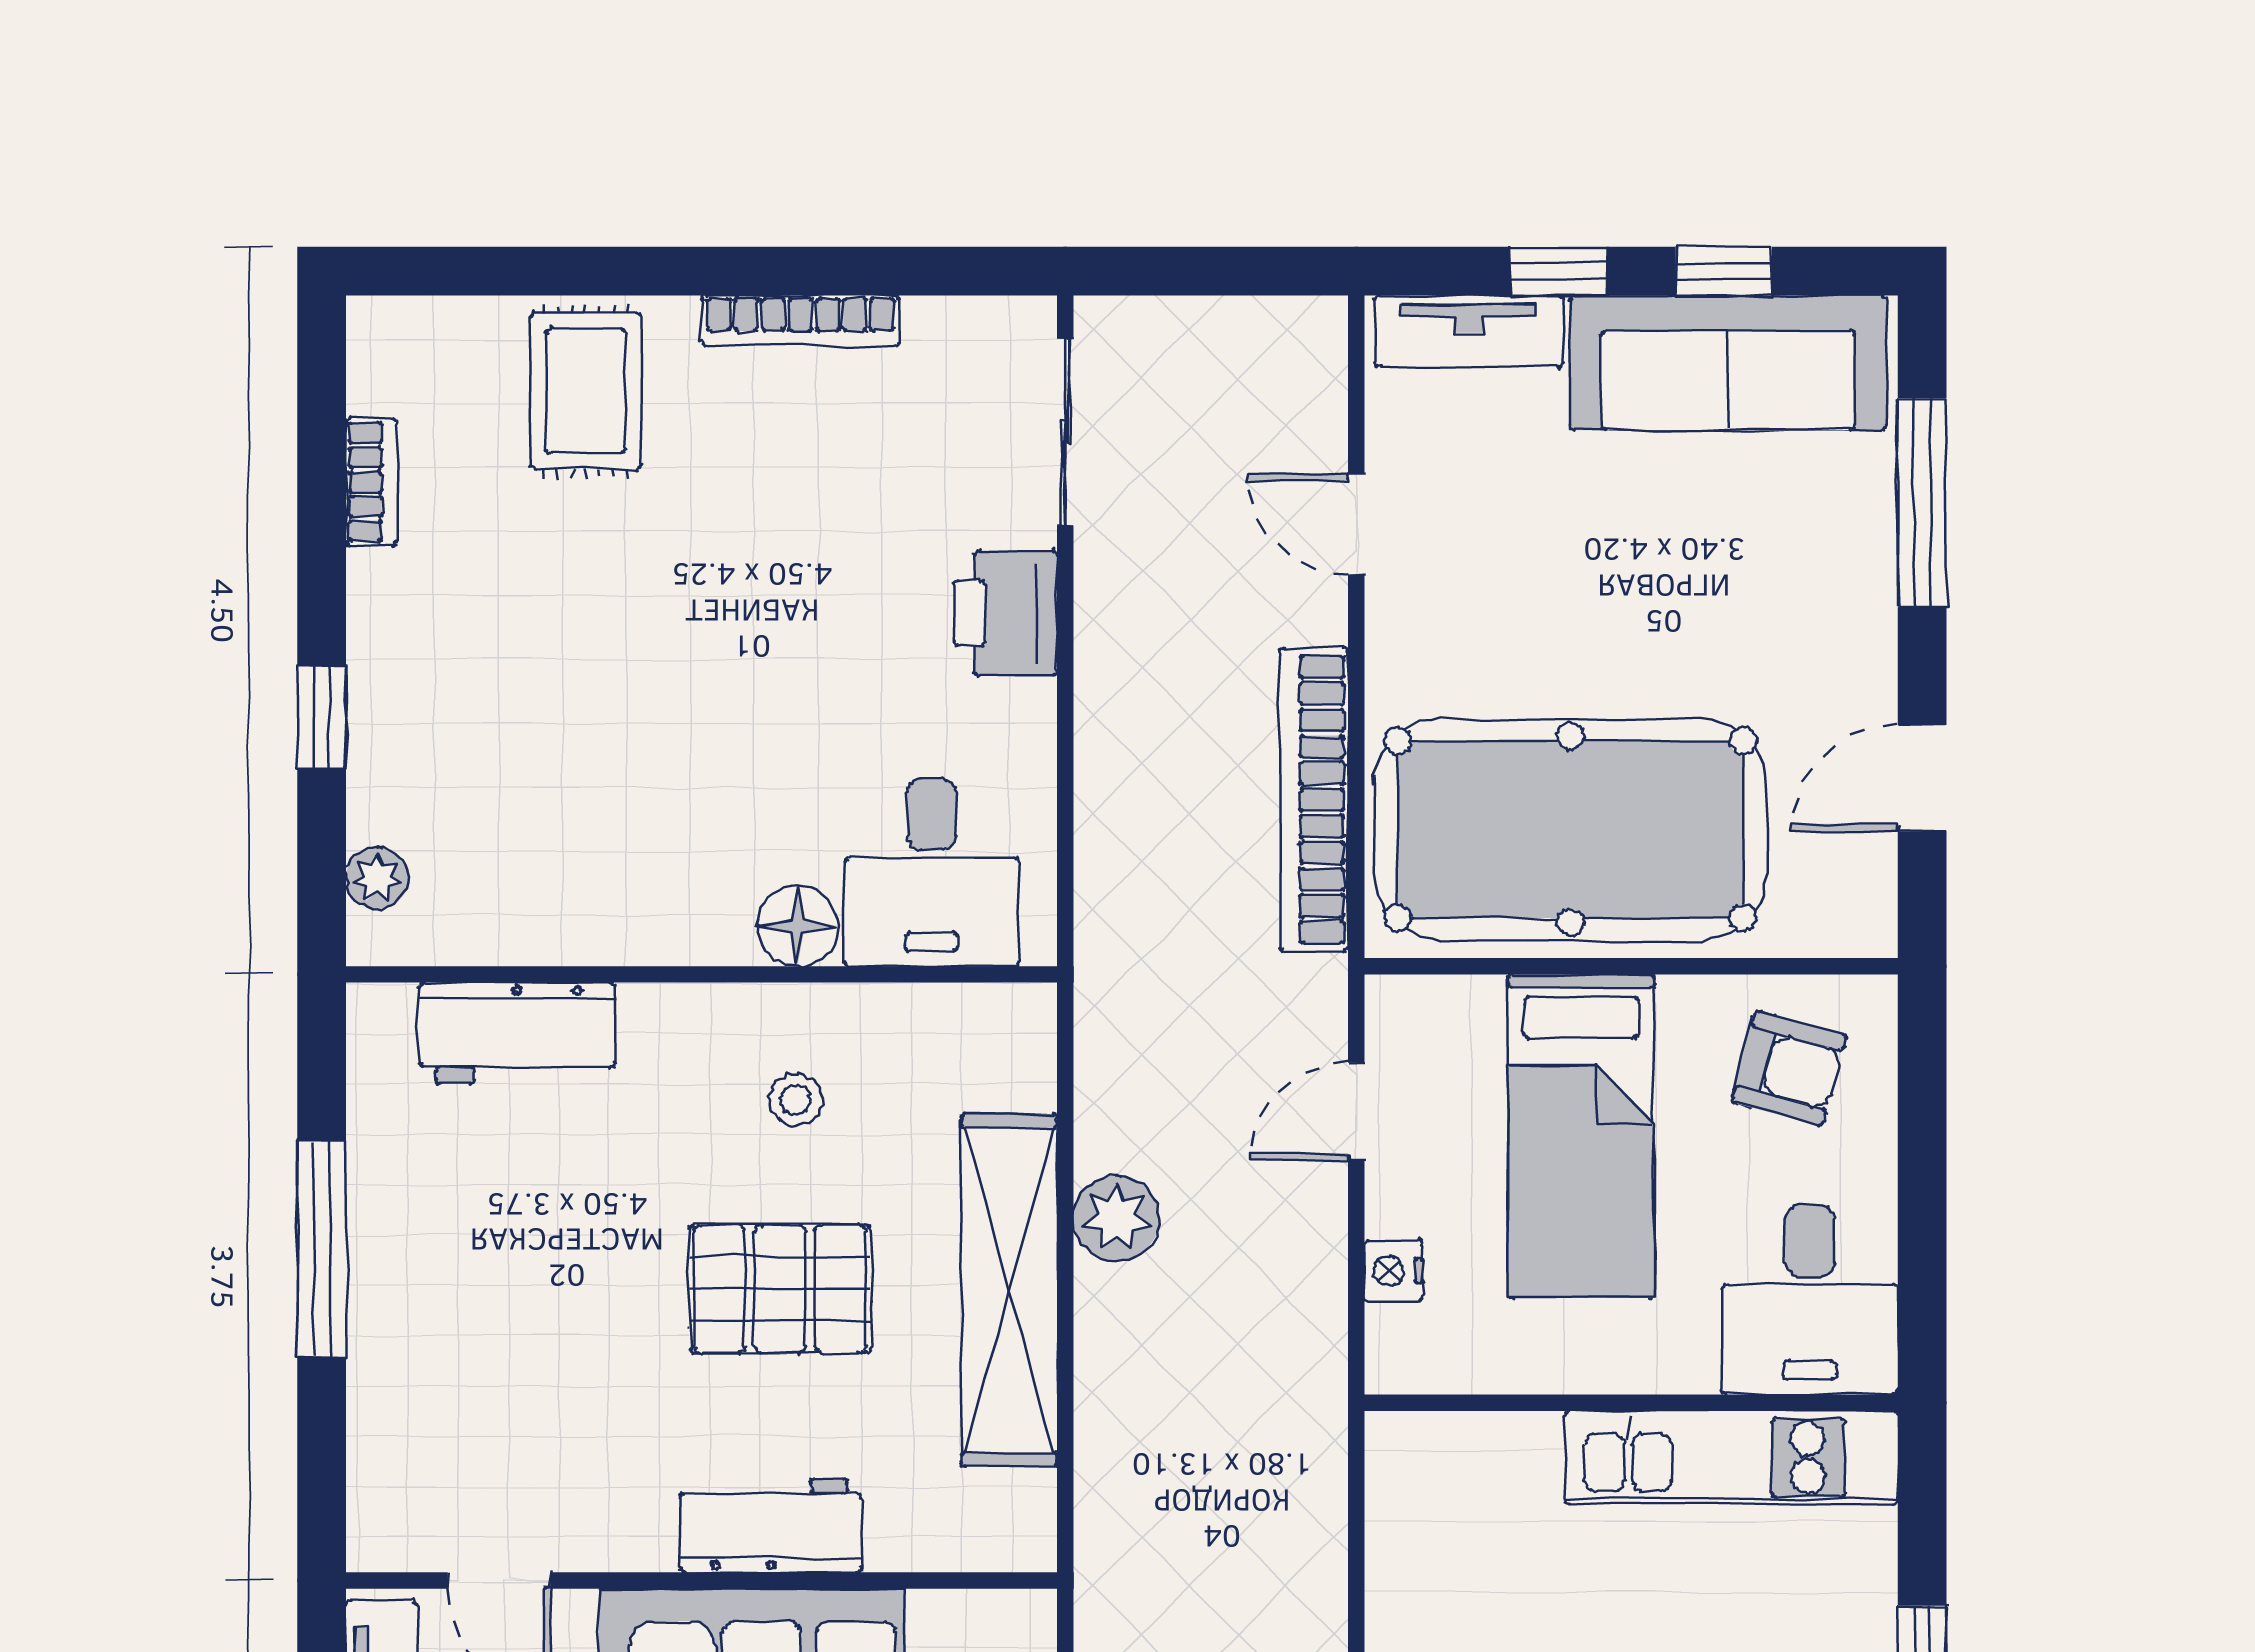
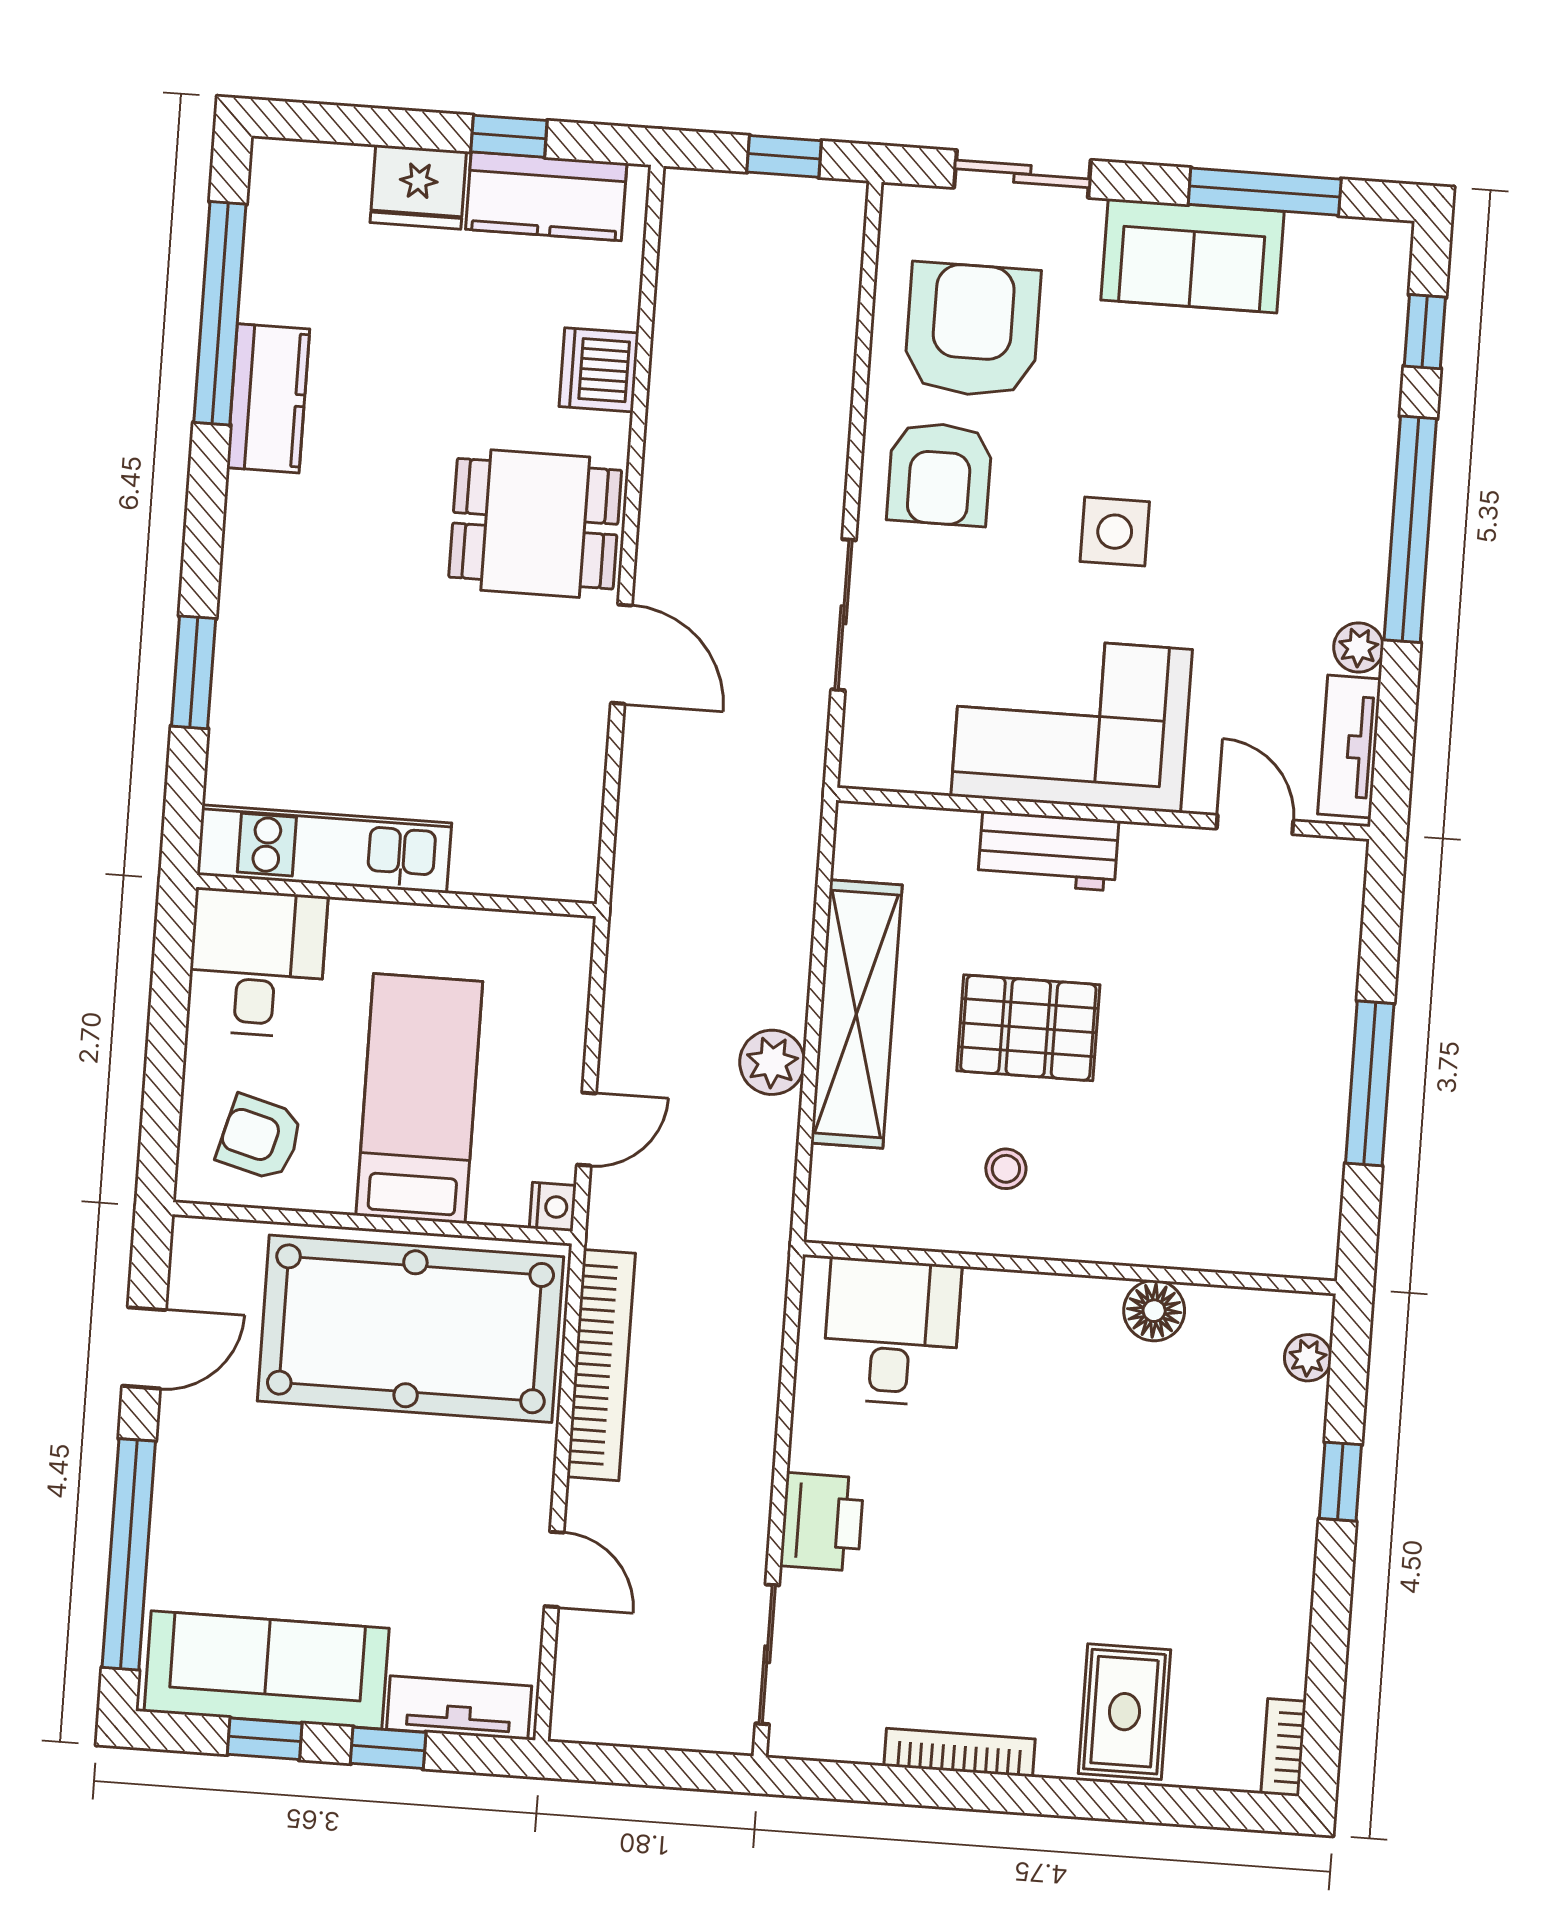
bookcase: (371, 482) -> (1283, 1747), moved
window: (1922, 503) -> (129, 1554), width x1.46
floor lamp: (798, 926) -> (1154, 1311), moved
workbench: (518, 1033) -> (1211, 1234), removed
nightstand: (1393, 1271) -> (553, 1207), moved

